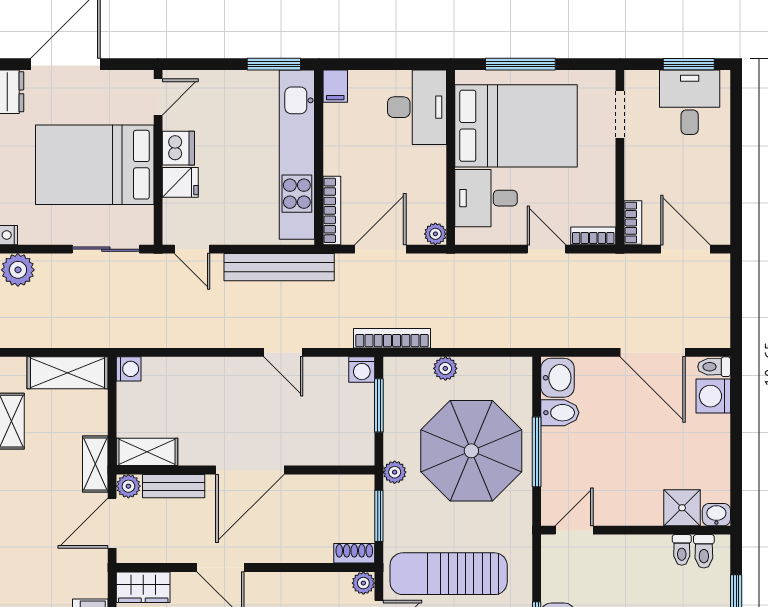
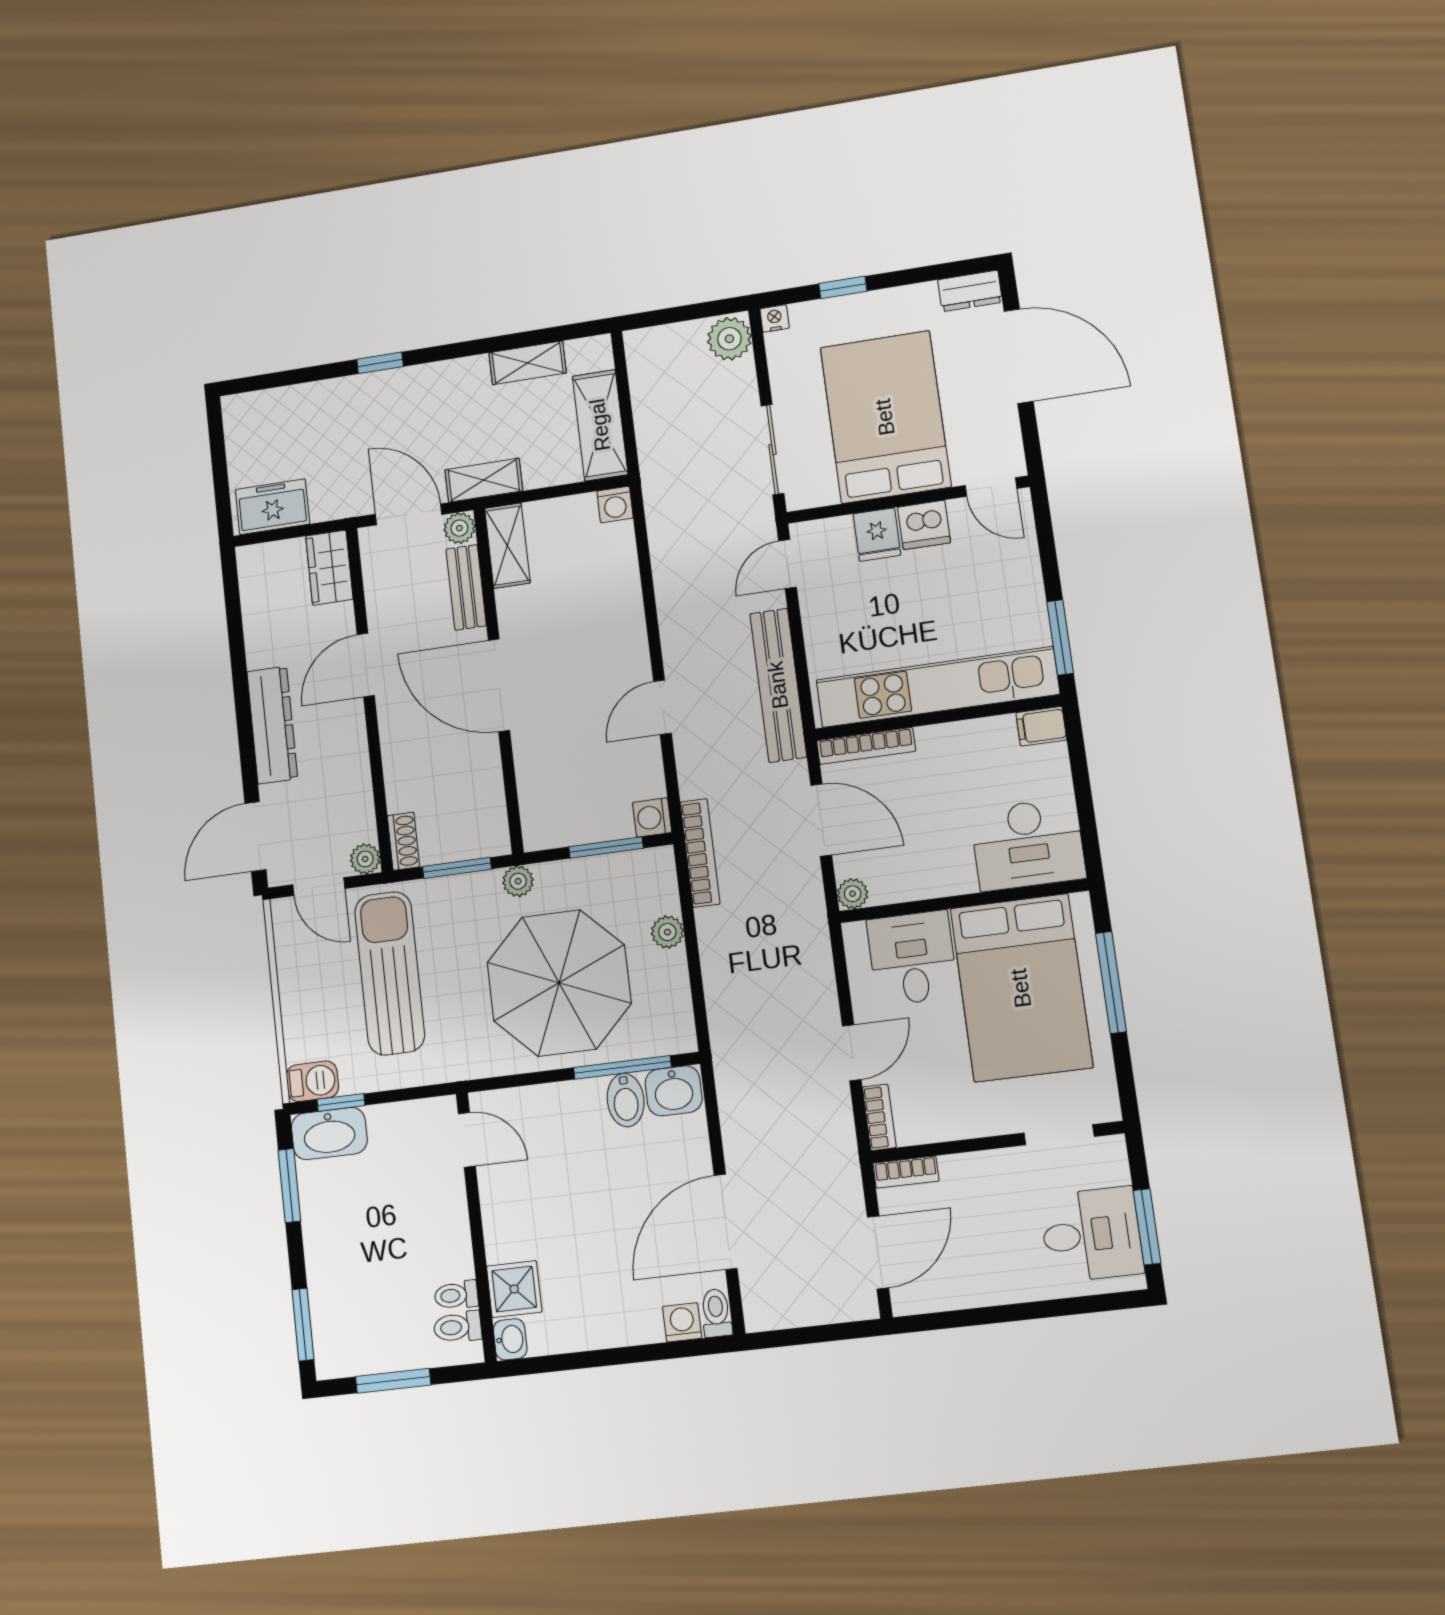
washing machine: (713, 396) -> (682, 1322), width x0.73, depth x0.73
window: (537, 452) -> (622, 1067), moved

